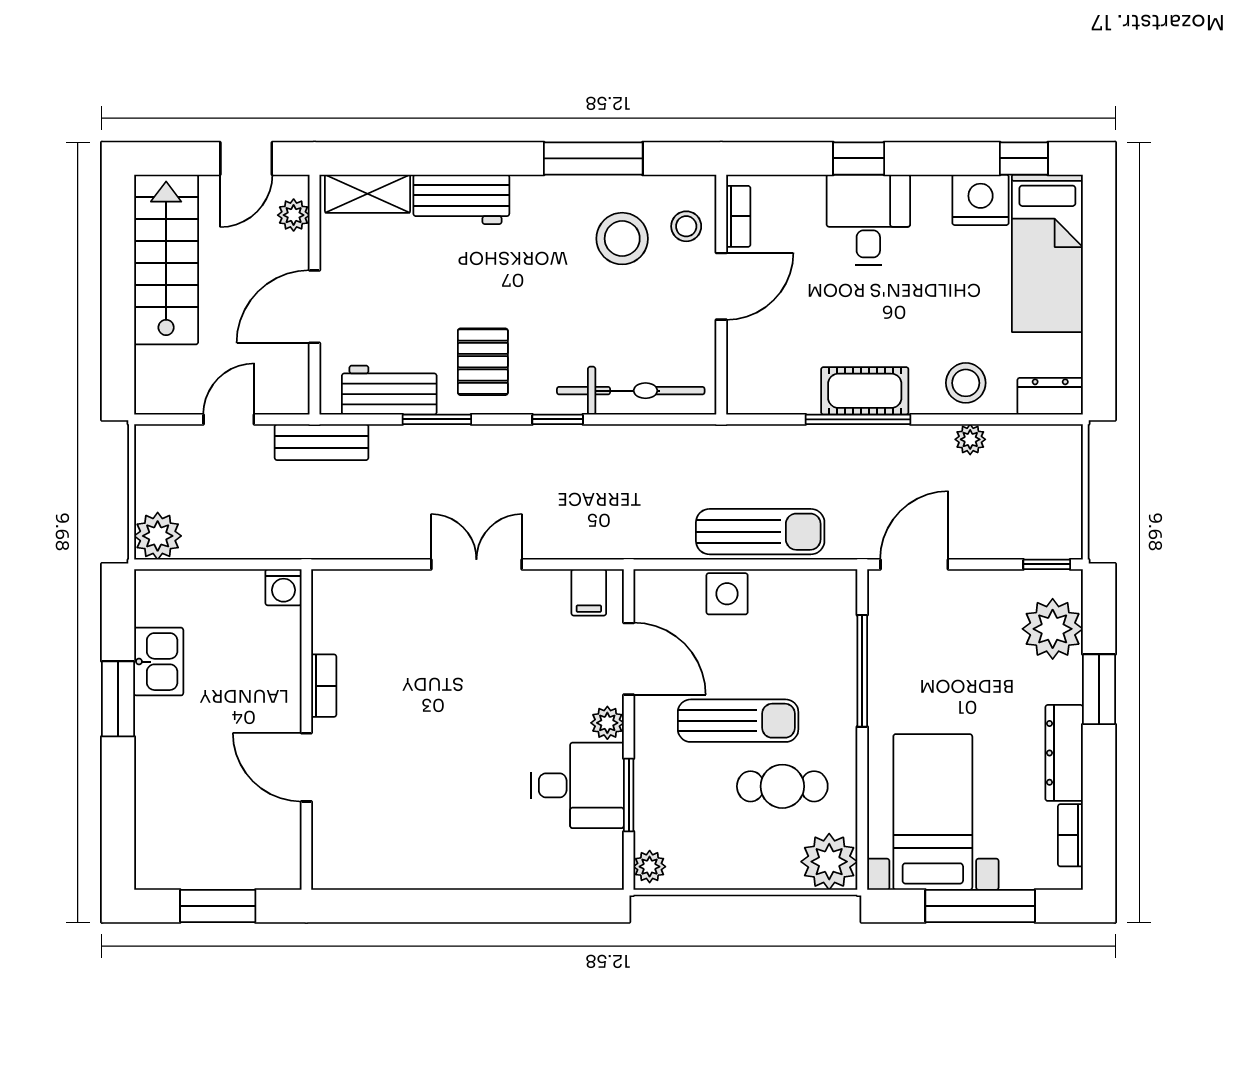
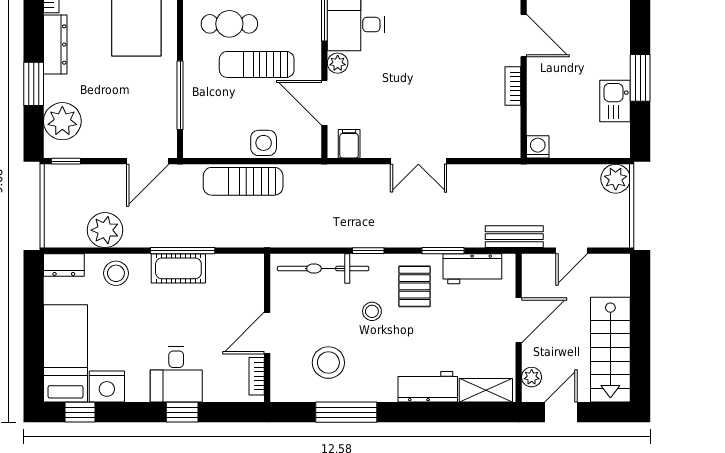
stool: (686, 226) -> (372, 311), moved
plant: (970, 439) -> (105, 230), width x1.88, depth x1.88

